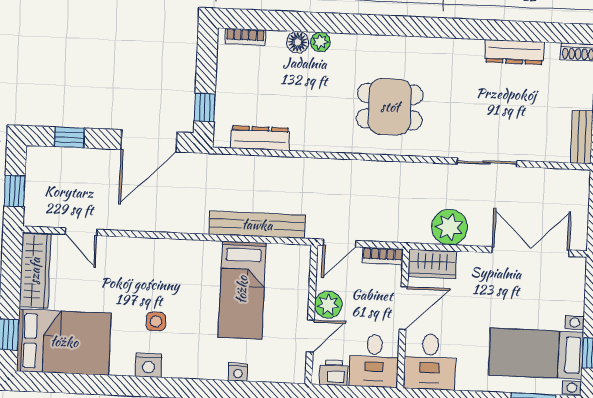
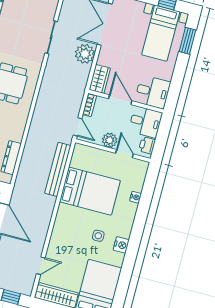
plant: (450, 227) -> (85, 54), moved
bed: (242, 290) -> (90, 191), width x1.50

